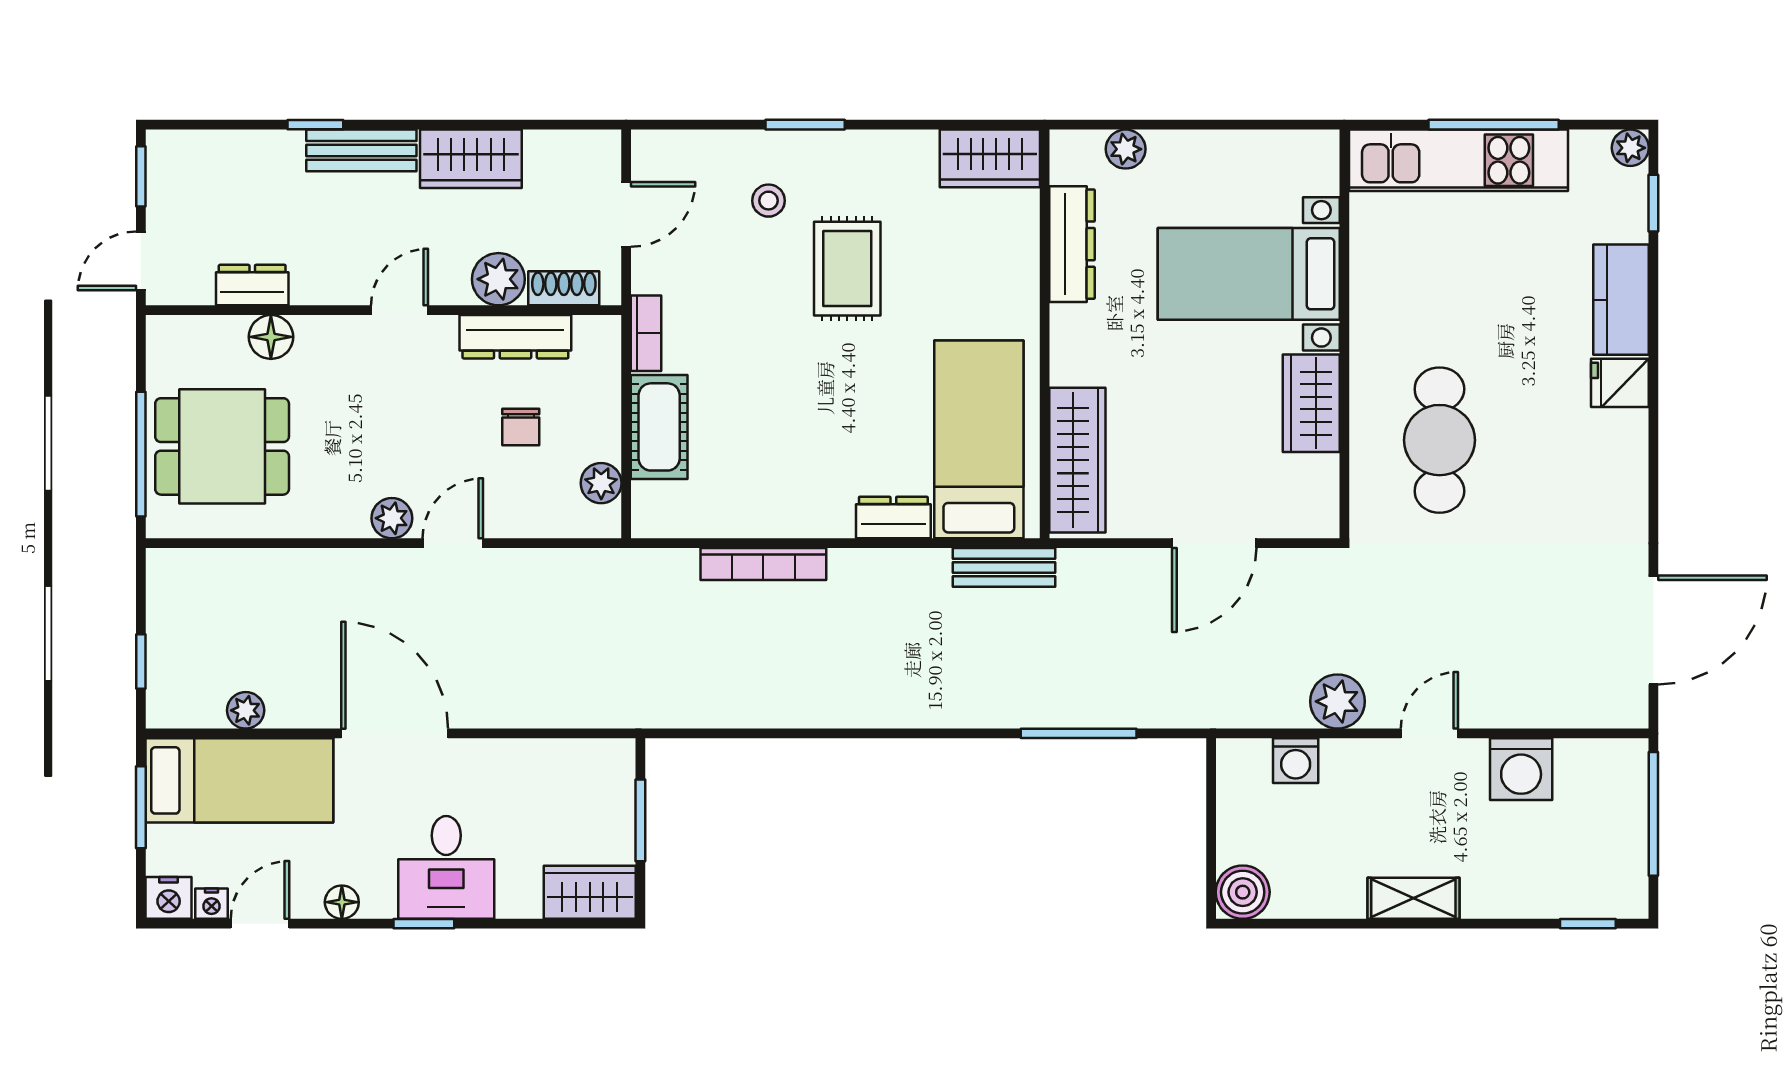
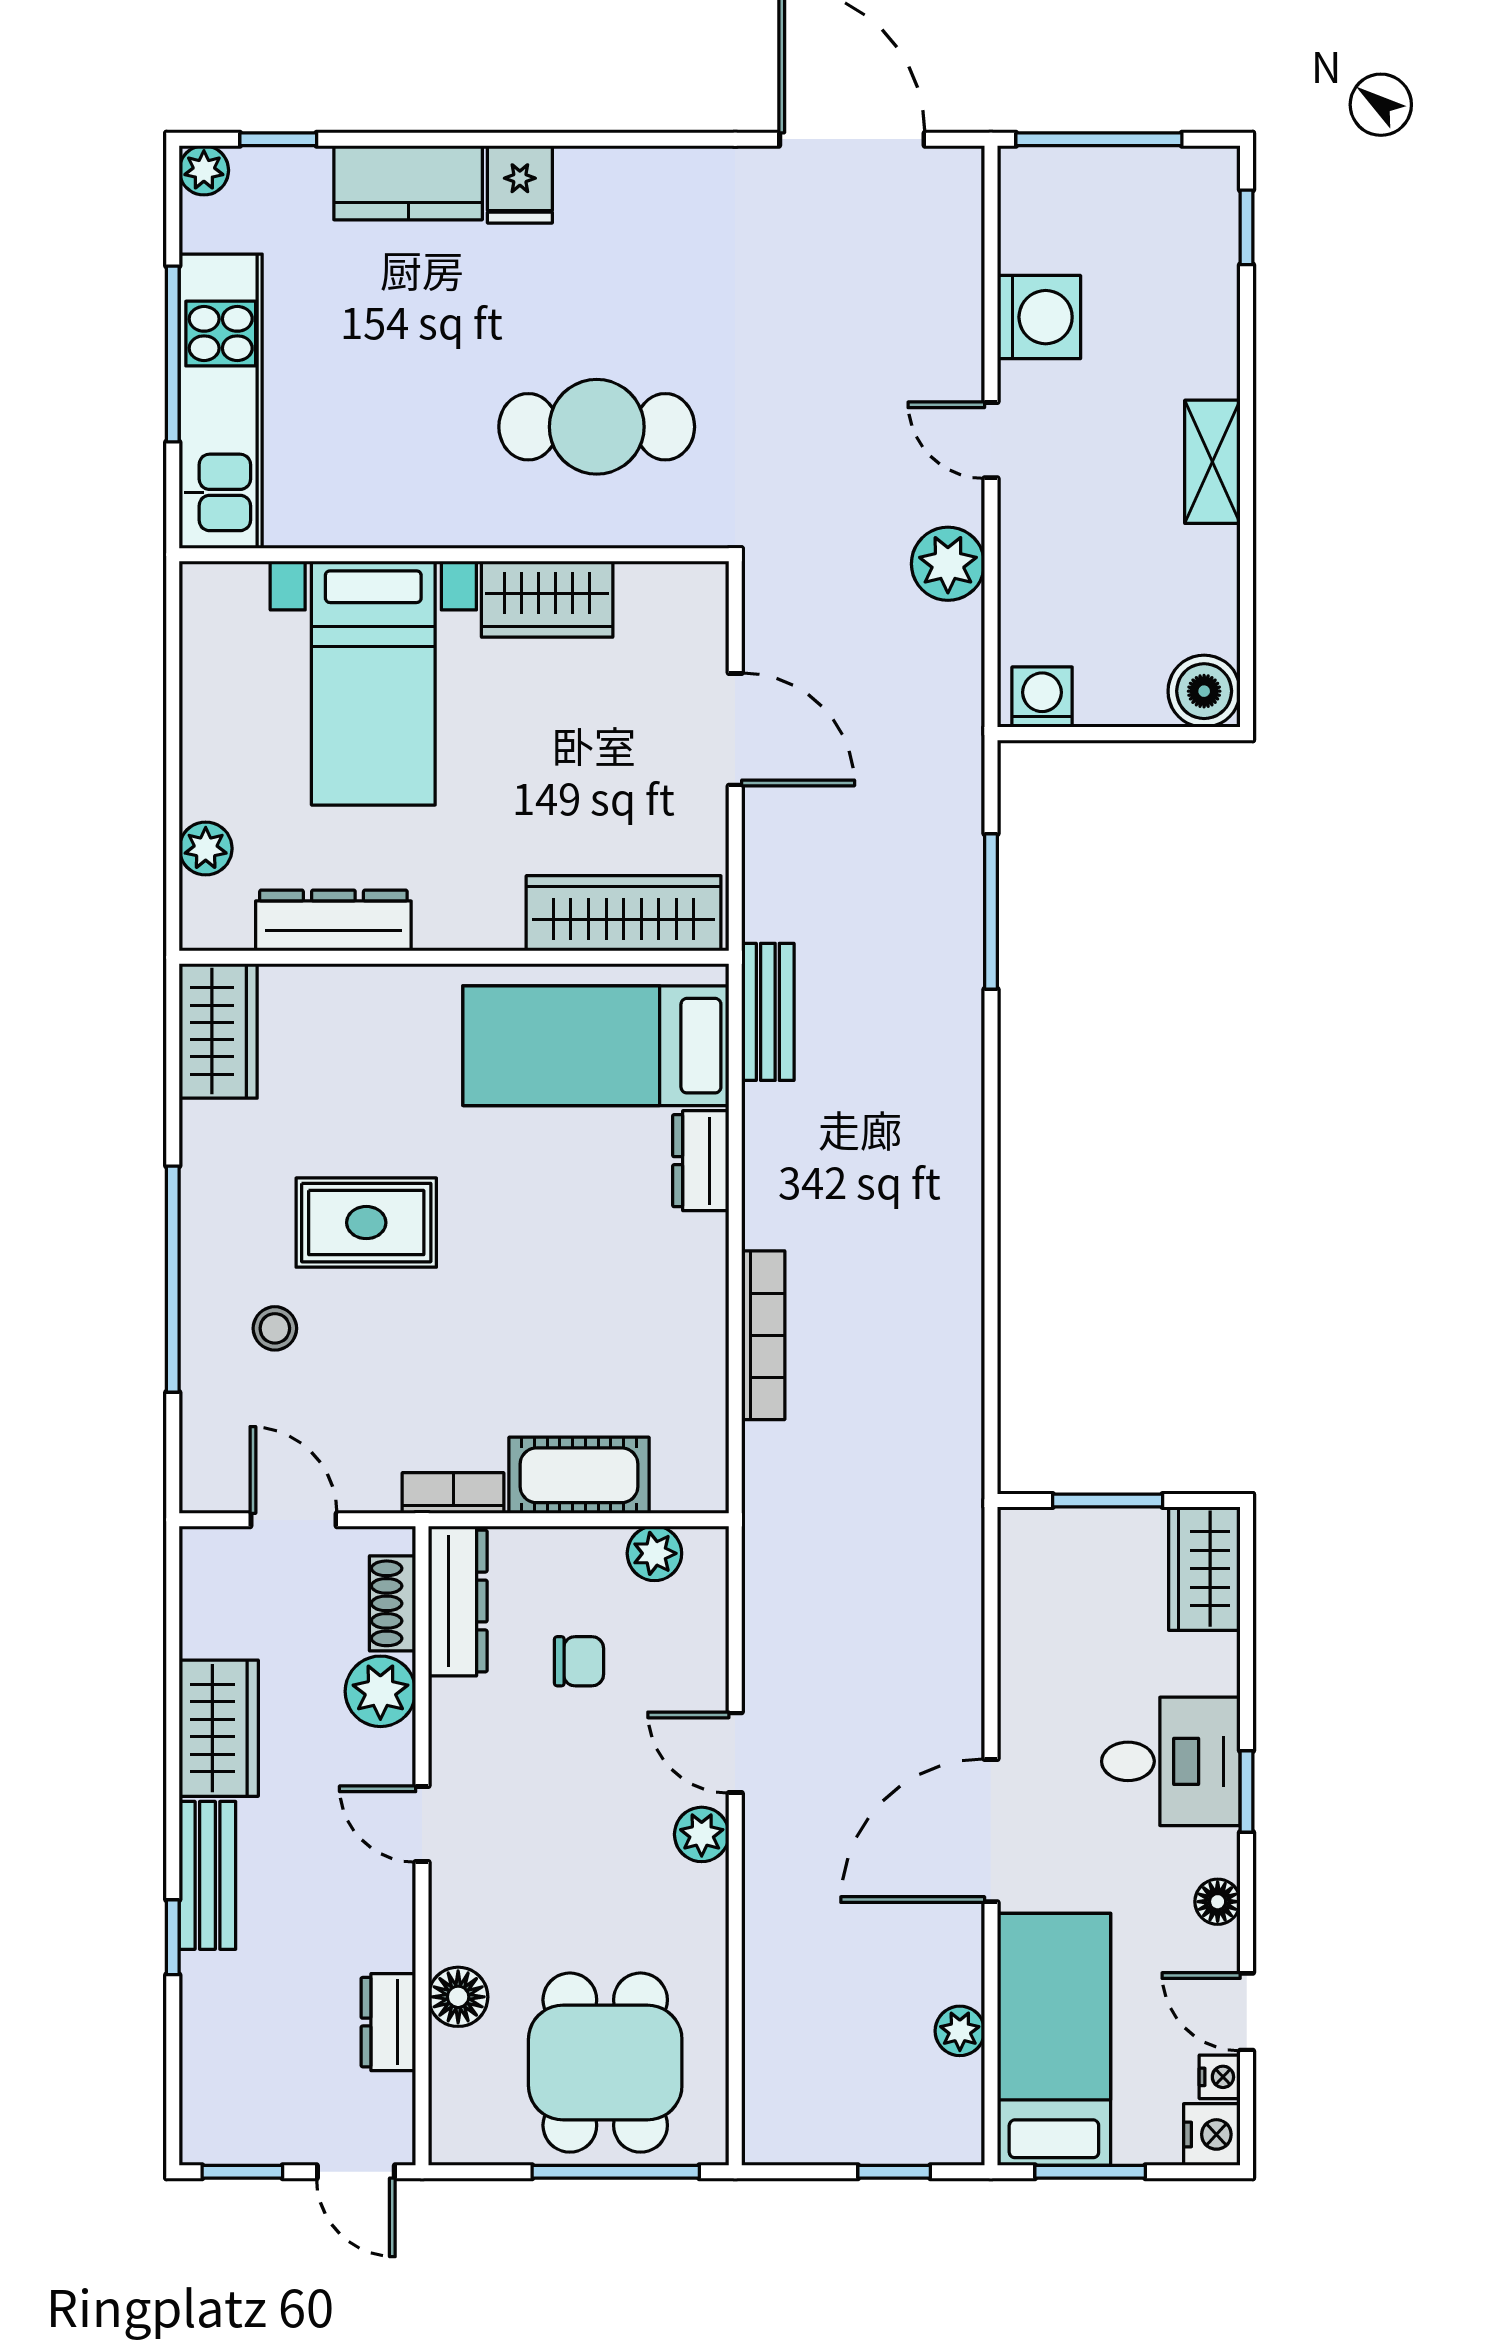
window: (805, 125) -> (173, 1279), width x2.11
dresser: (515, 337) -> (458, 1601), moved
washing machine: (1296, 761) -> (1042, 697), moved, turned -90

